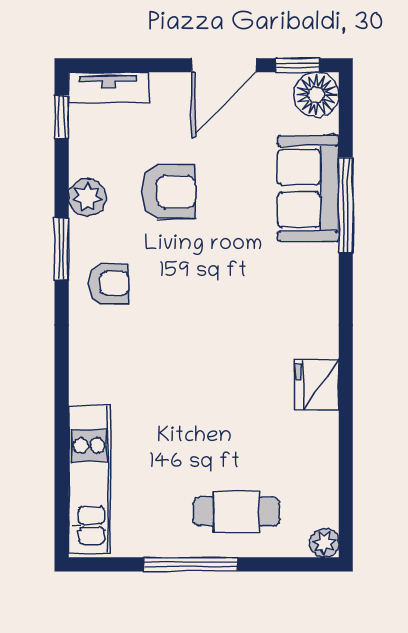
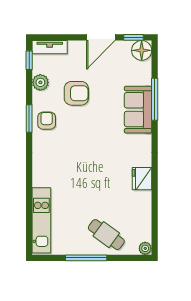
sofa: (308, 188) -> (138, 110), moved
plant: (87, 197) -> (40, 82), moved
armchair: (109, 284) -> (47, 121), moved, turned -90
cafe table: (236, 512) -> (106, 235), turned 36

